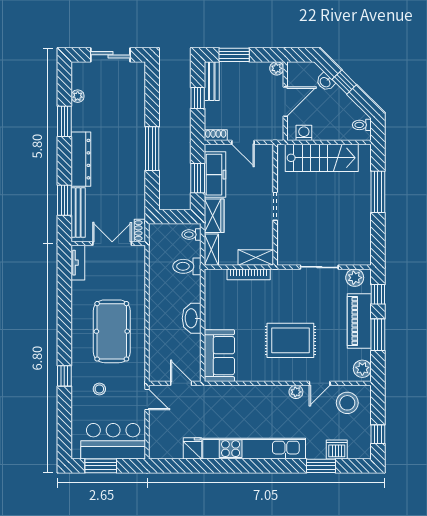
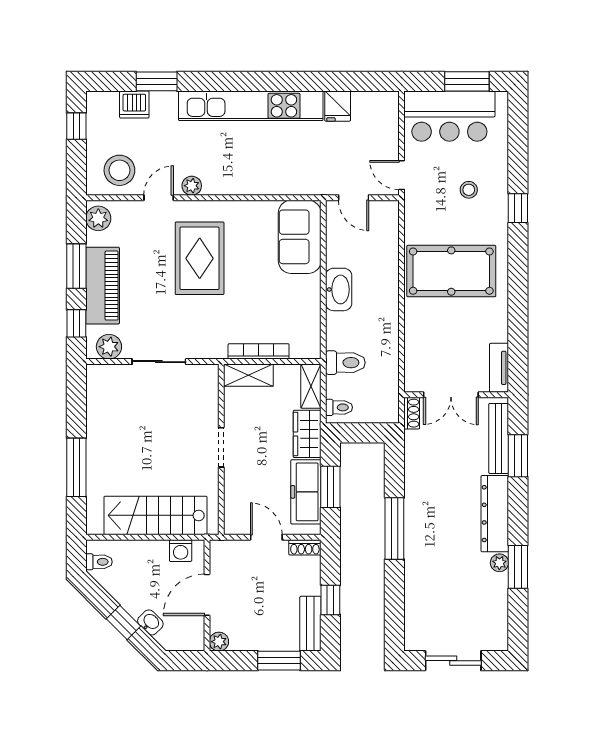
plant: (78, 96) -> (499, 563), moved
pool table: (112, 331) -> (451, 271), turned 90
rug: (290, 340) -> (200, 258), turned 90

